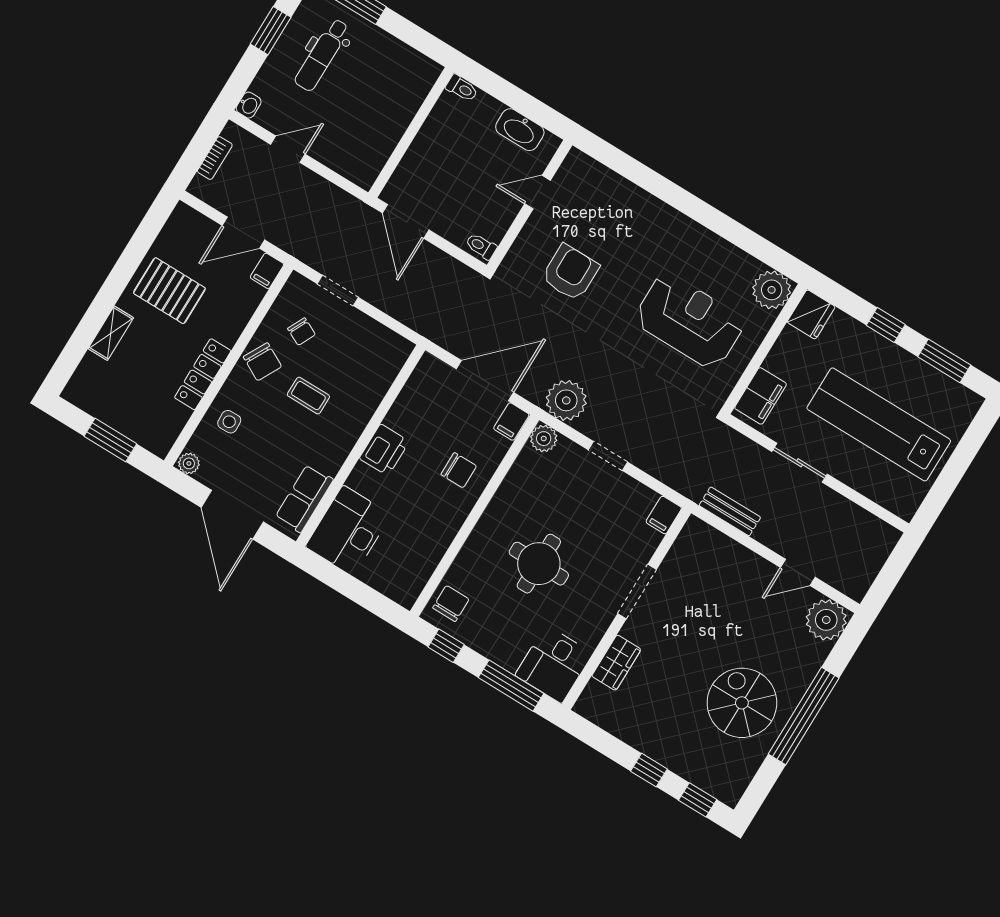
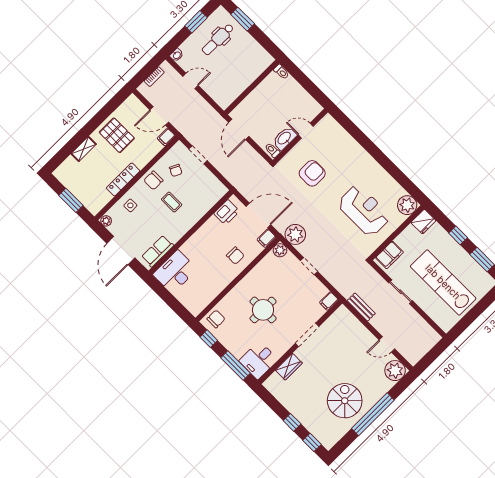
washbasin: (520, 130) -> (284, 138), moved, turned 90
chair: (262, 362) -> (153, 180), turned 62
printer: (384, 450) -> (227, 212), moved

